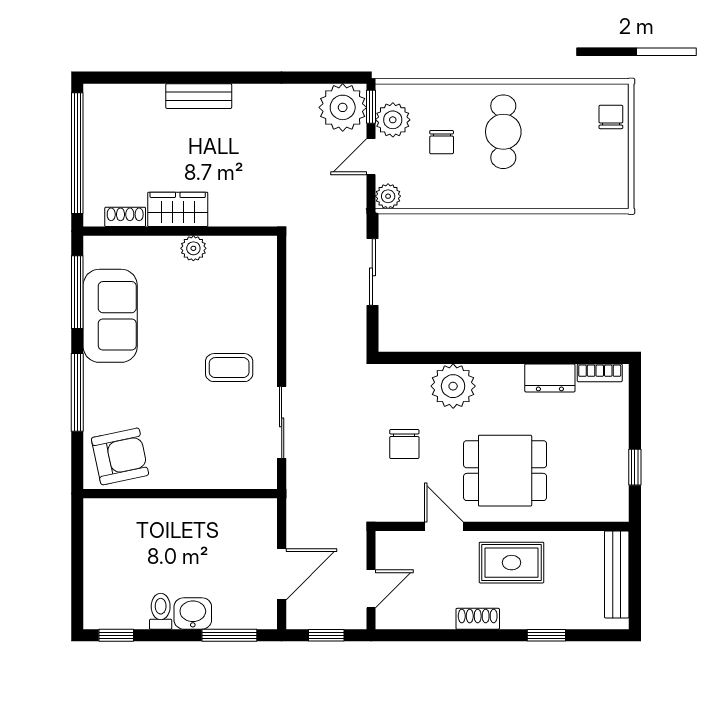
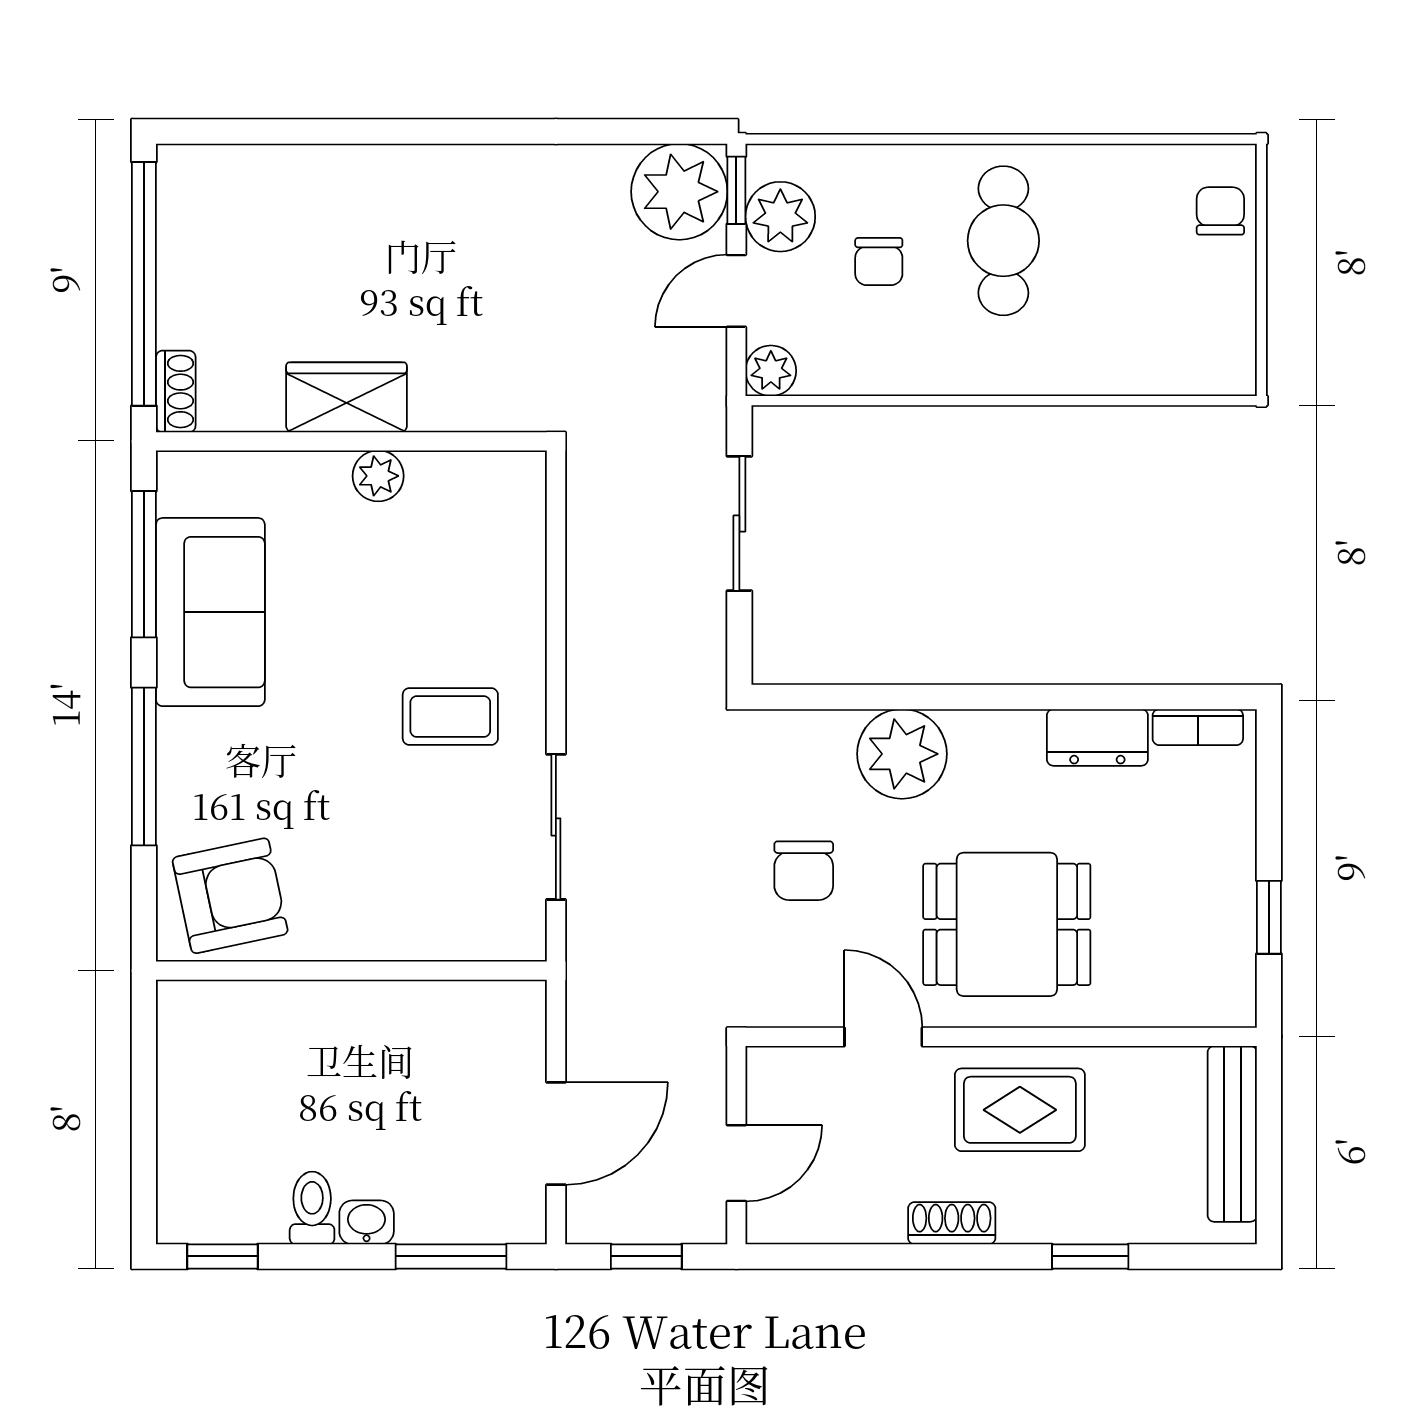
bench: (199, 96) -> (389, 169), removed
shoe rack: (125, 217) -> (176, 391), moved, turned 90
washbasin: (193, 613) -> (367, 1222), width x0.72, depth x0.69

